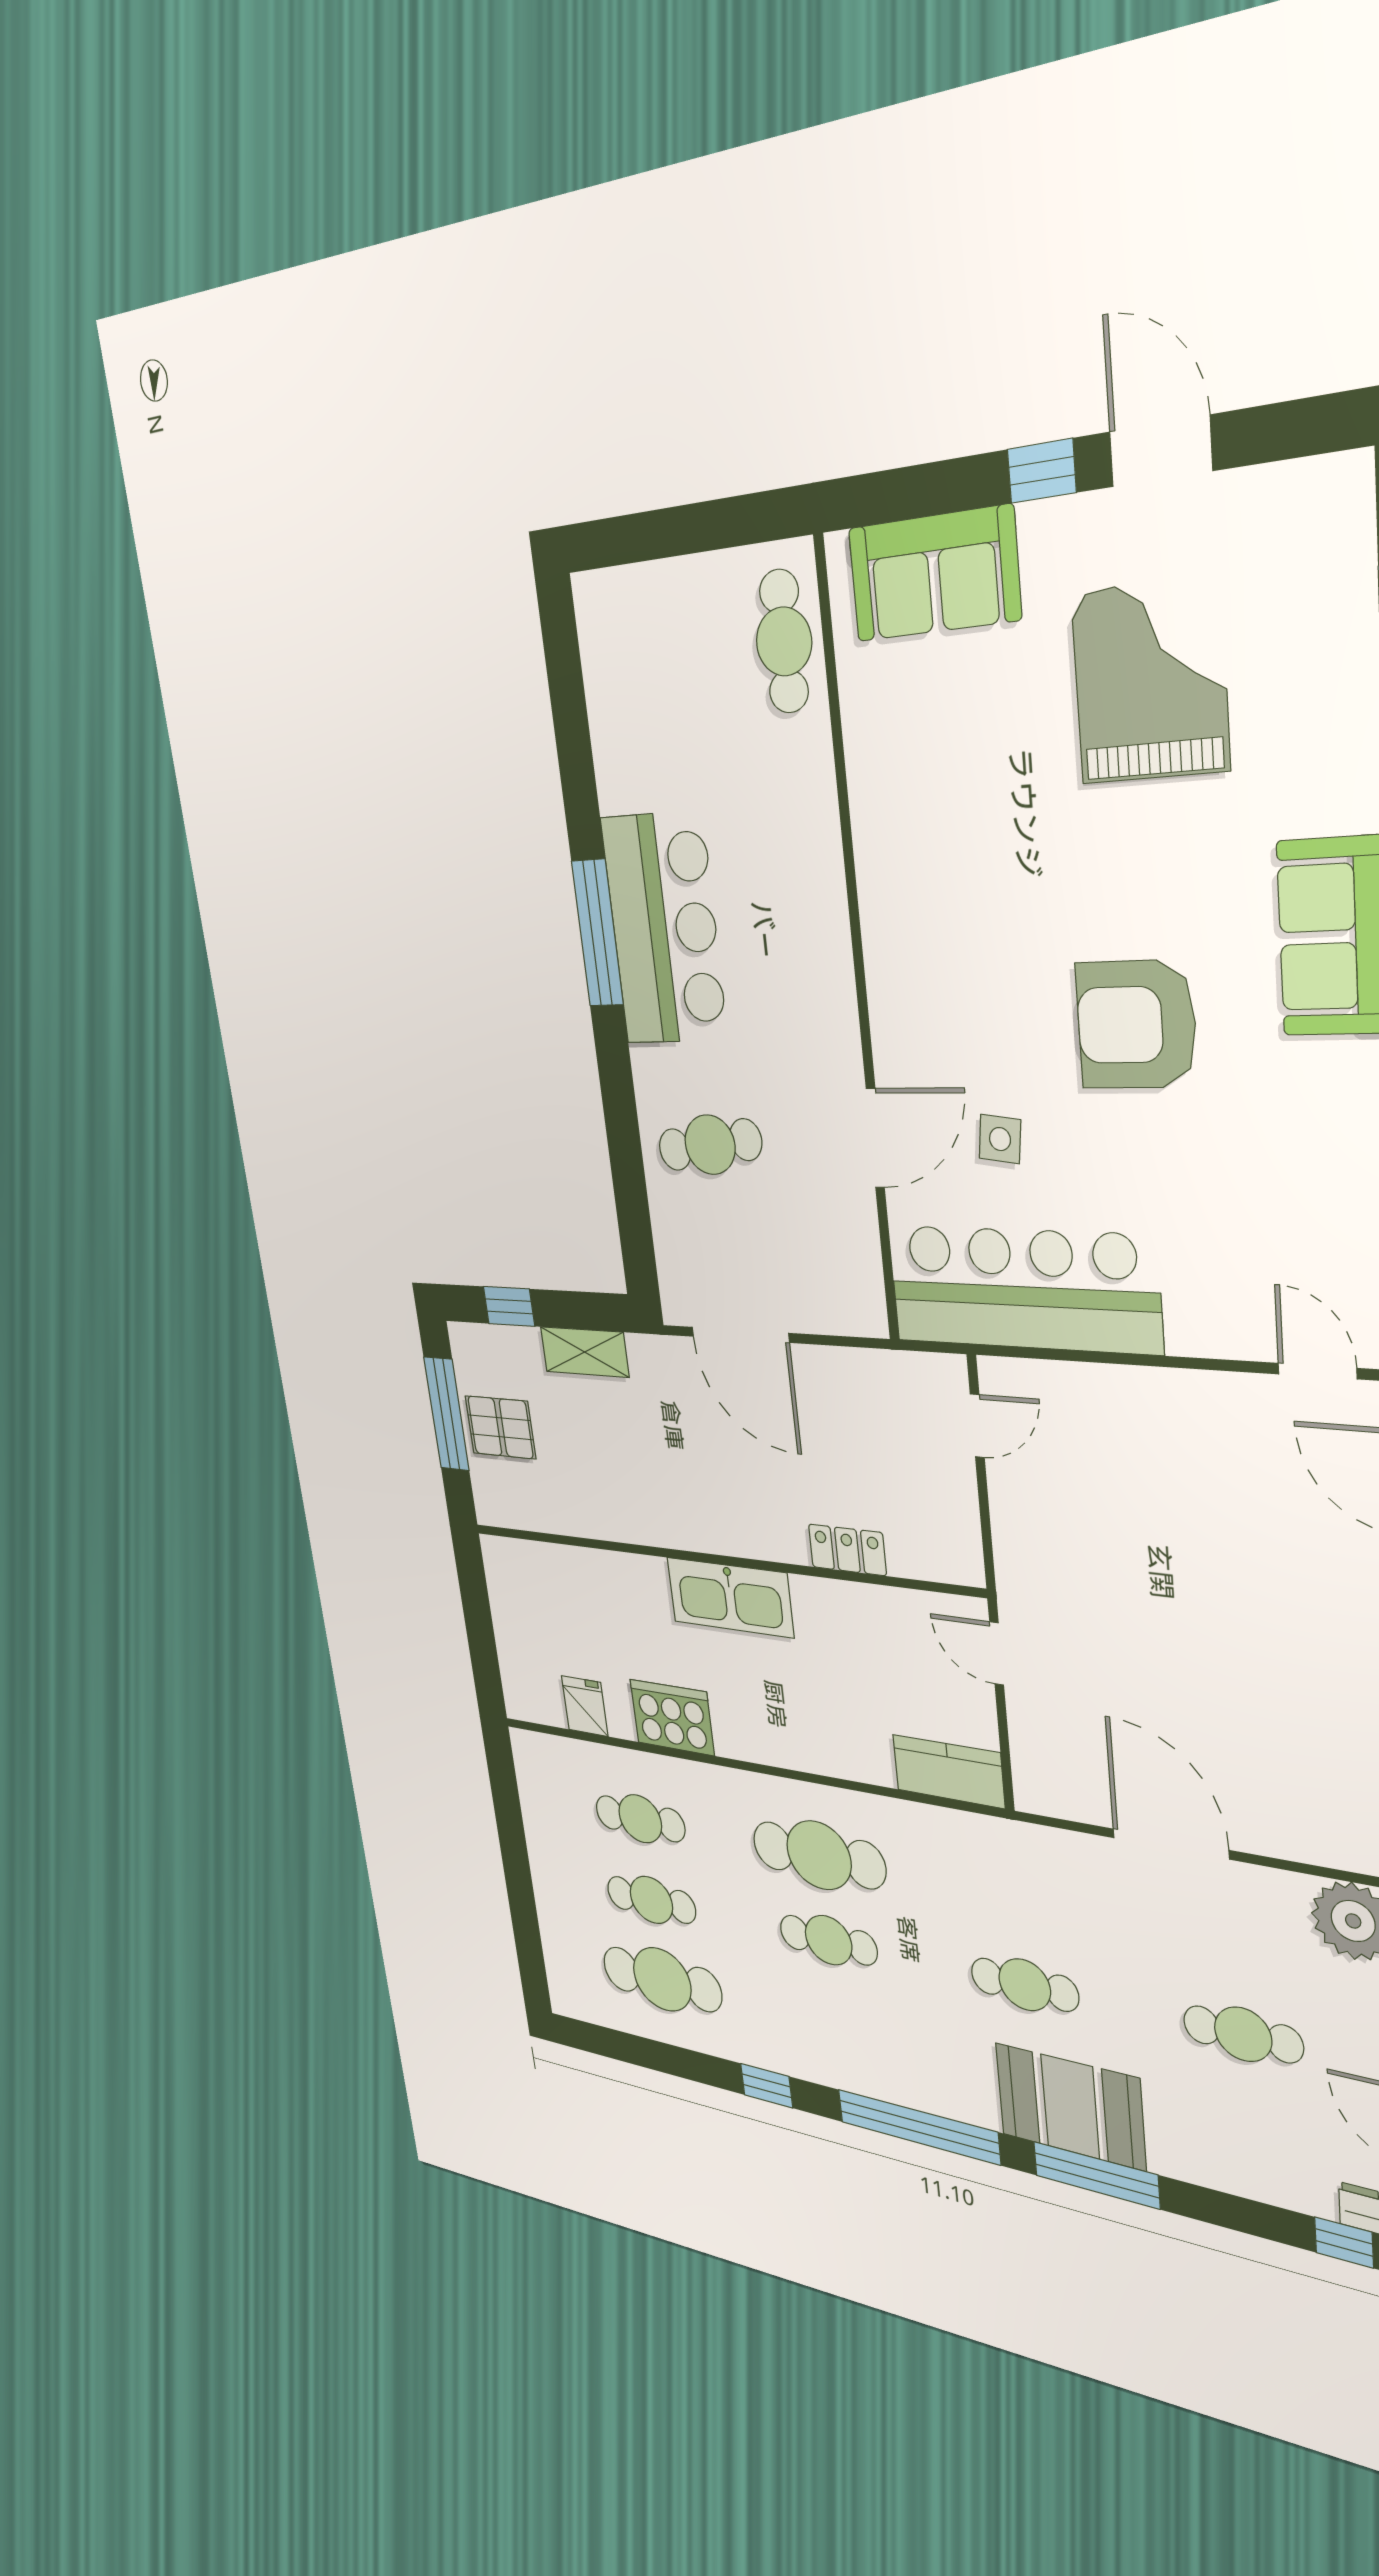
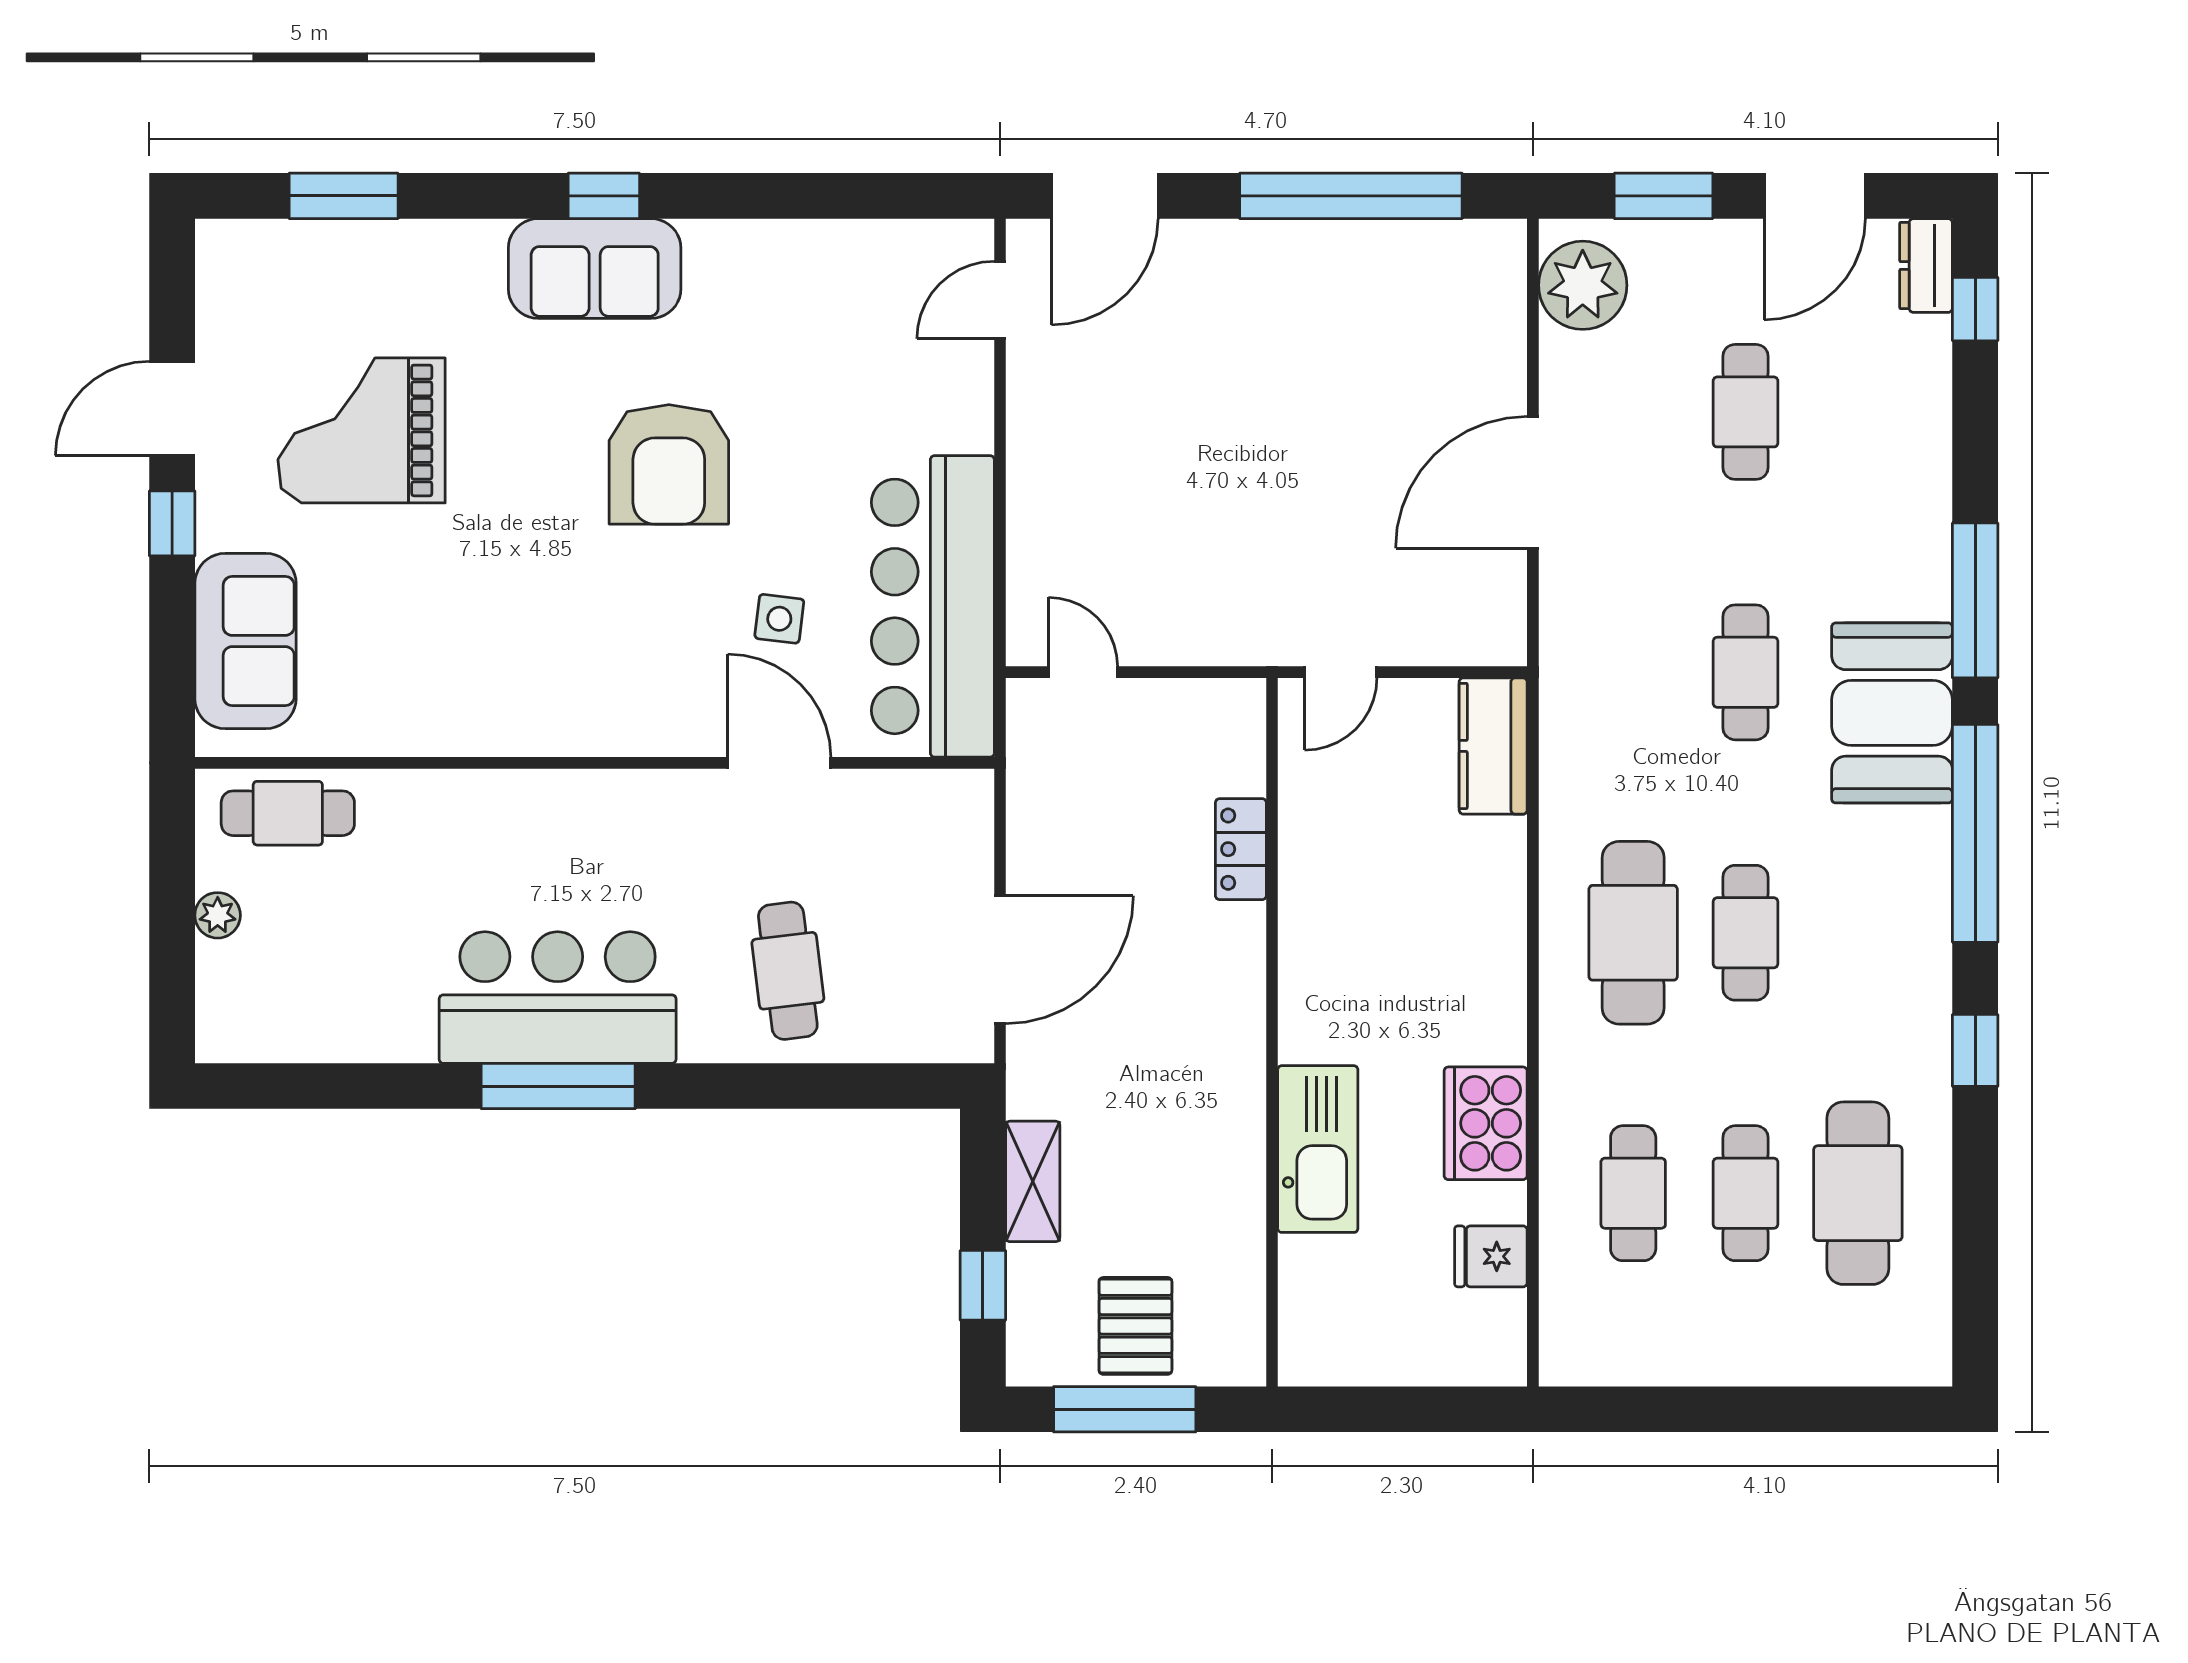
plant: (690, 578) -> (218, 915), added
kitchen sink: (730, 1597) -> (1318, 1149), moved
booth: (1070, 2107) -> (1892, 713), moved

